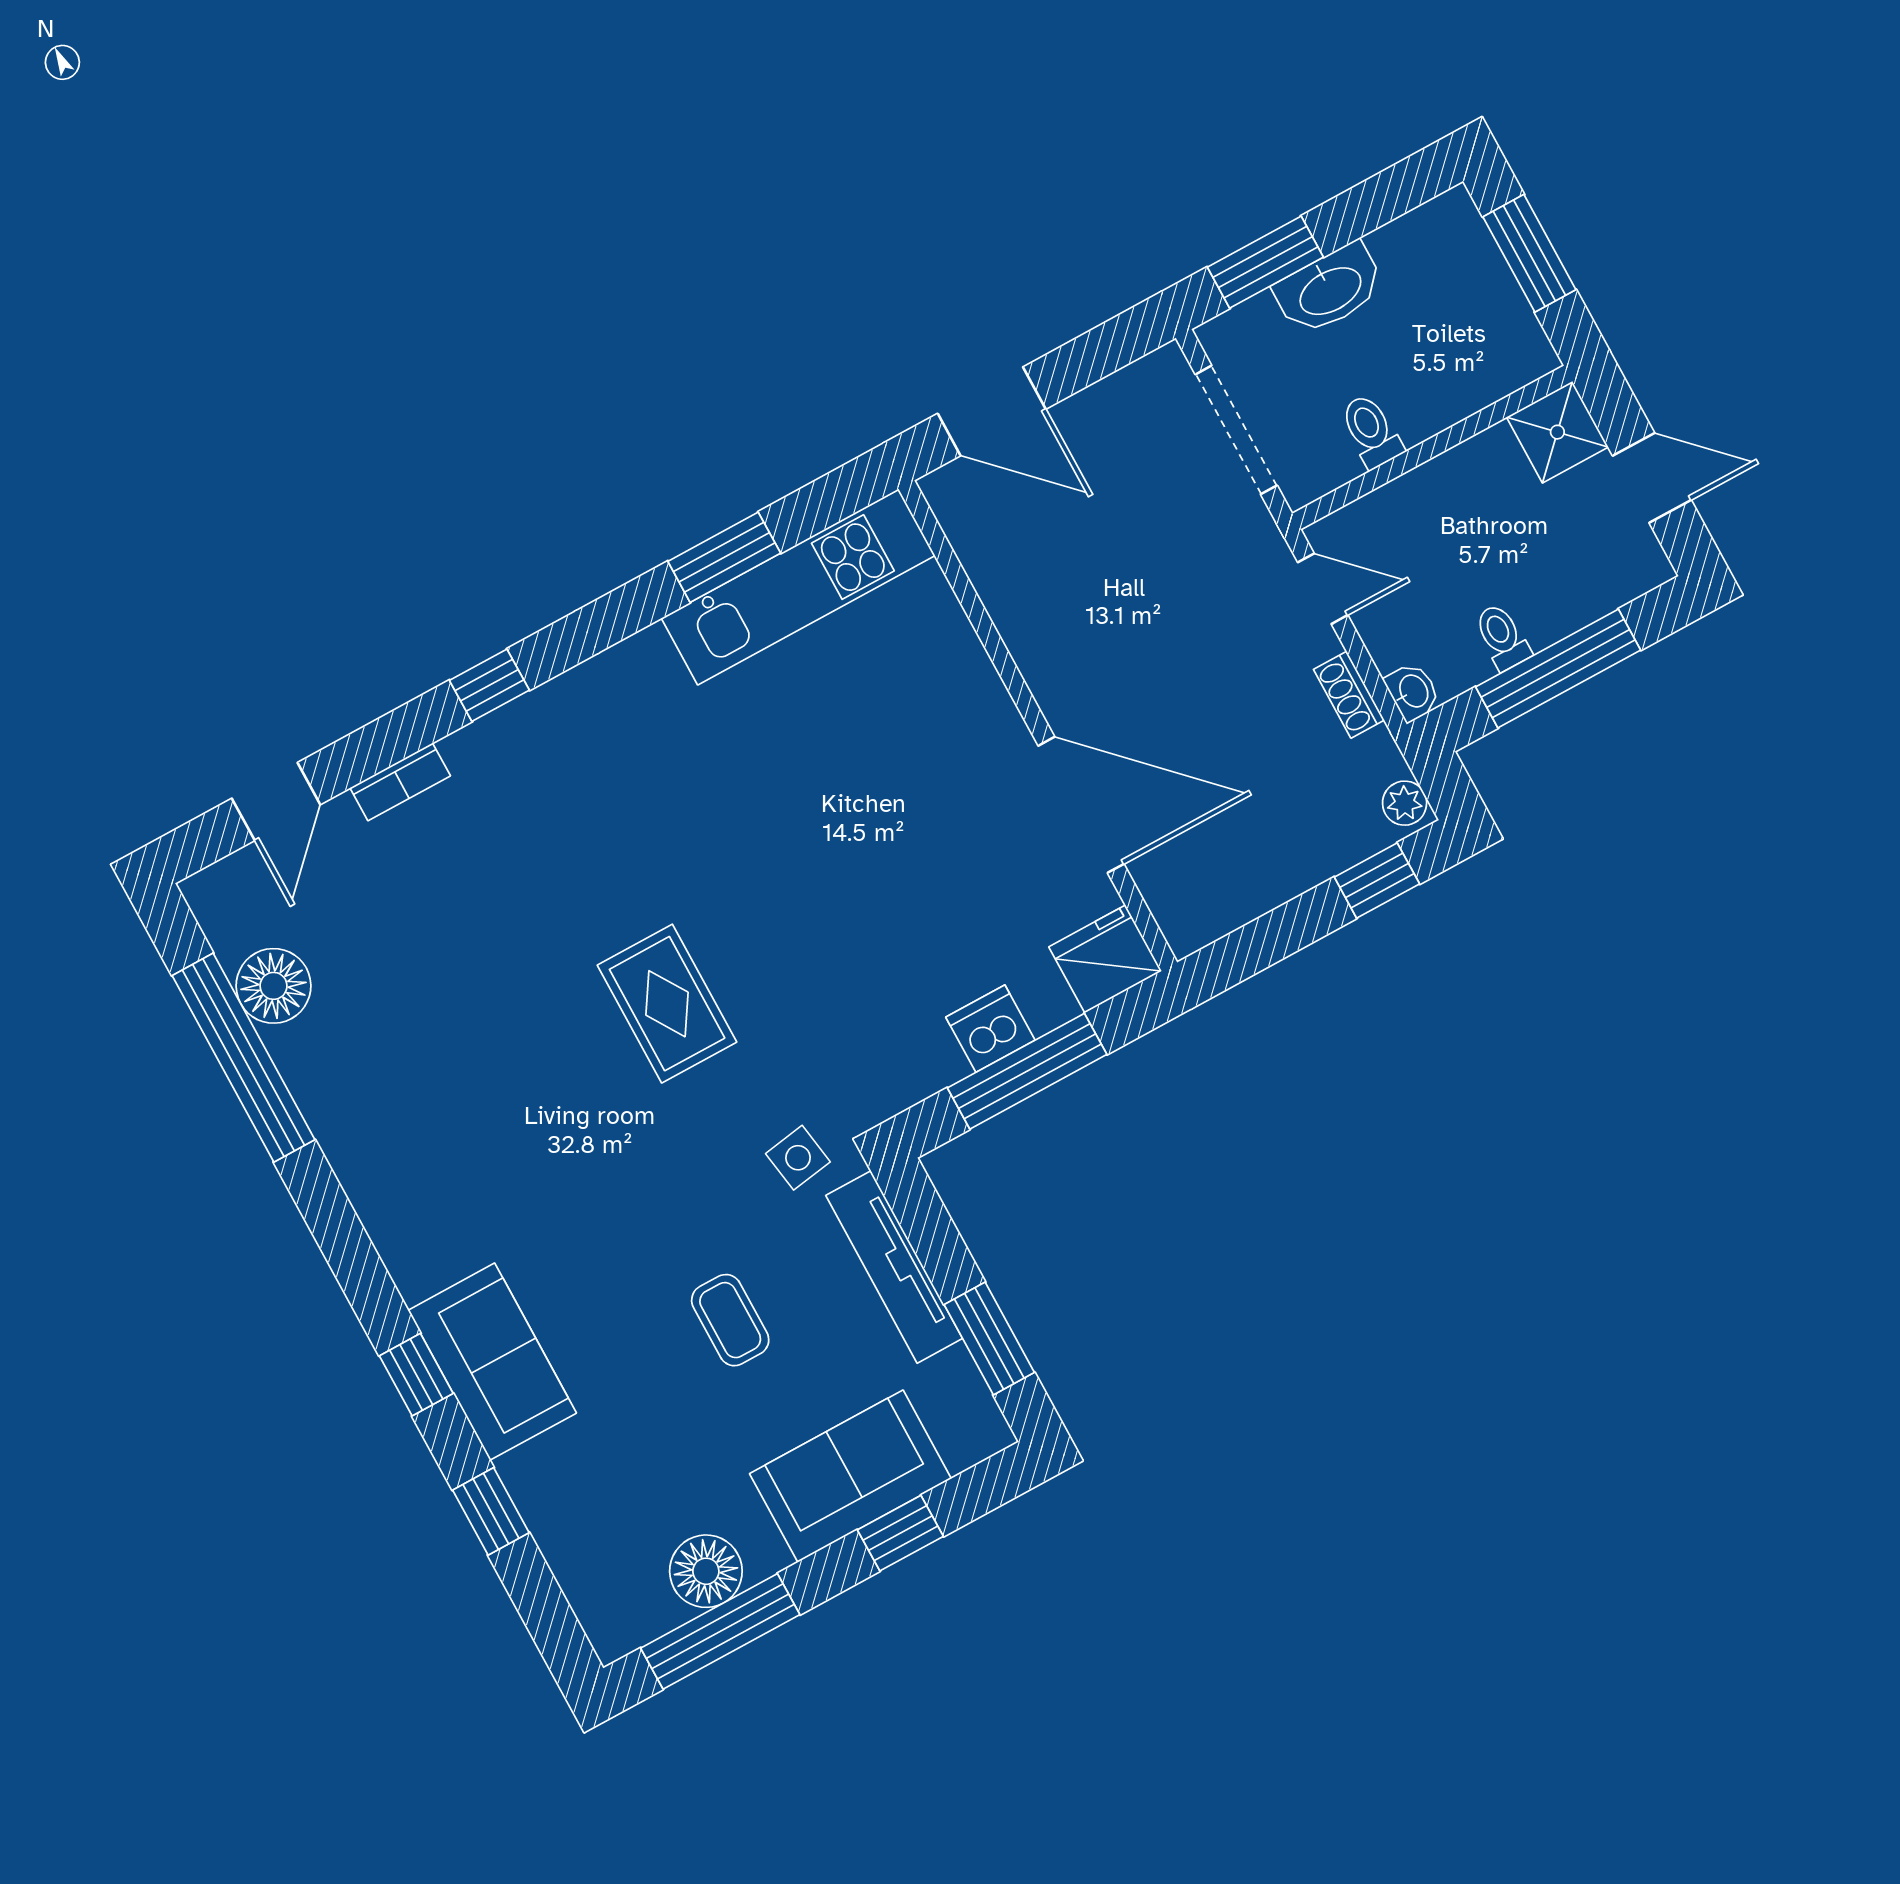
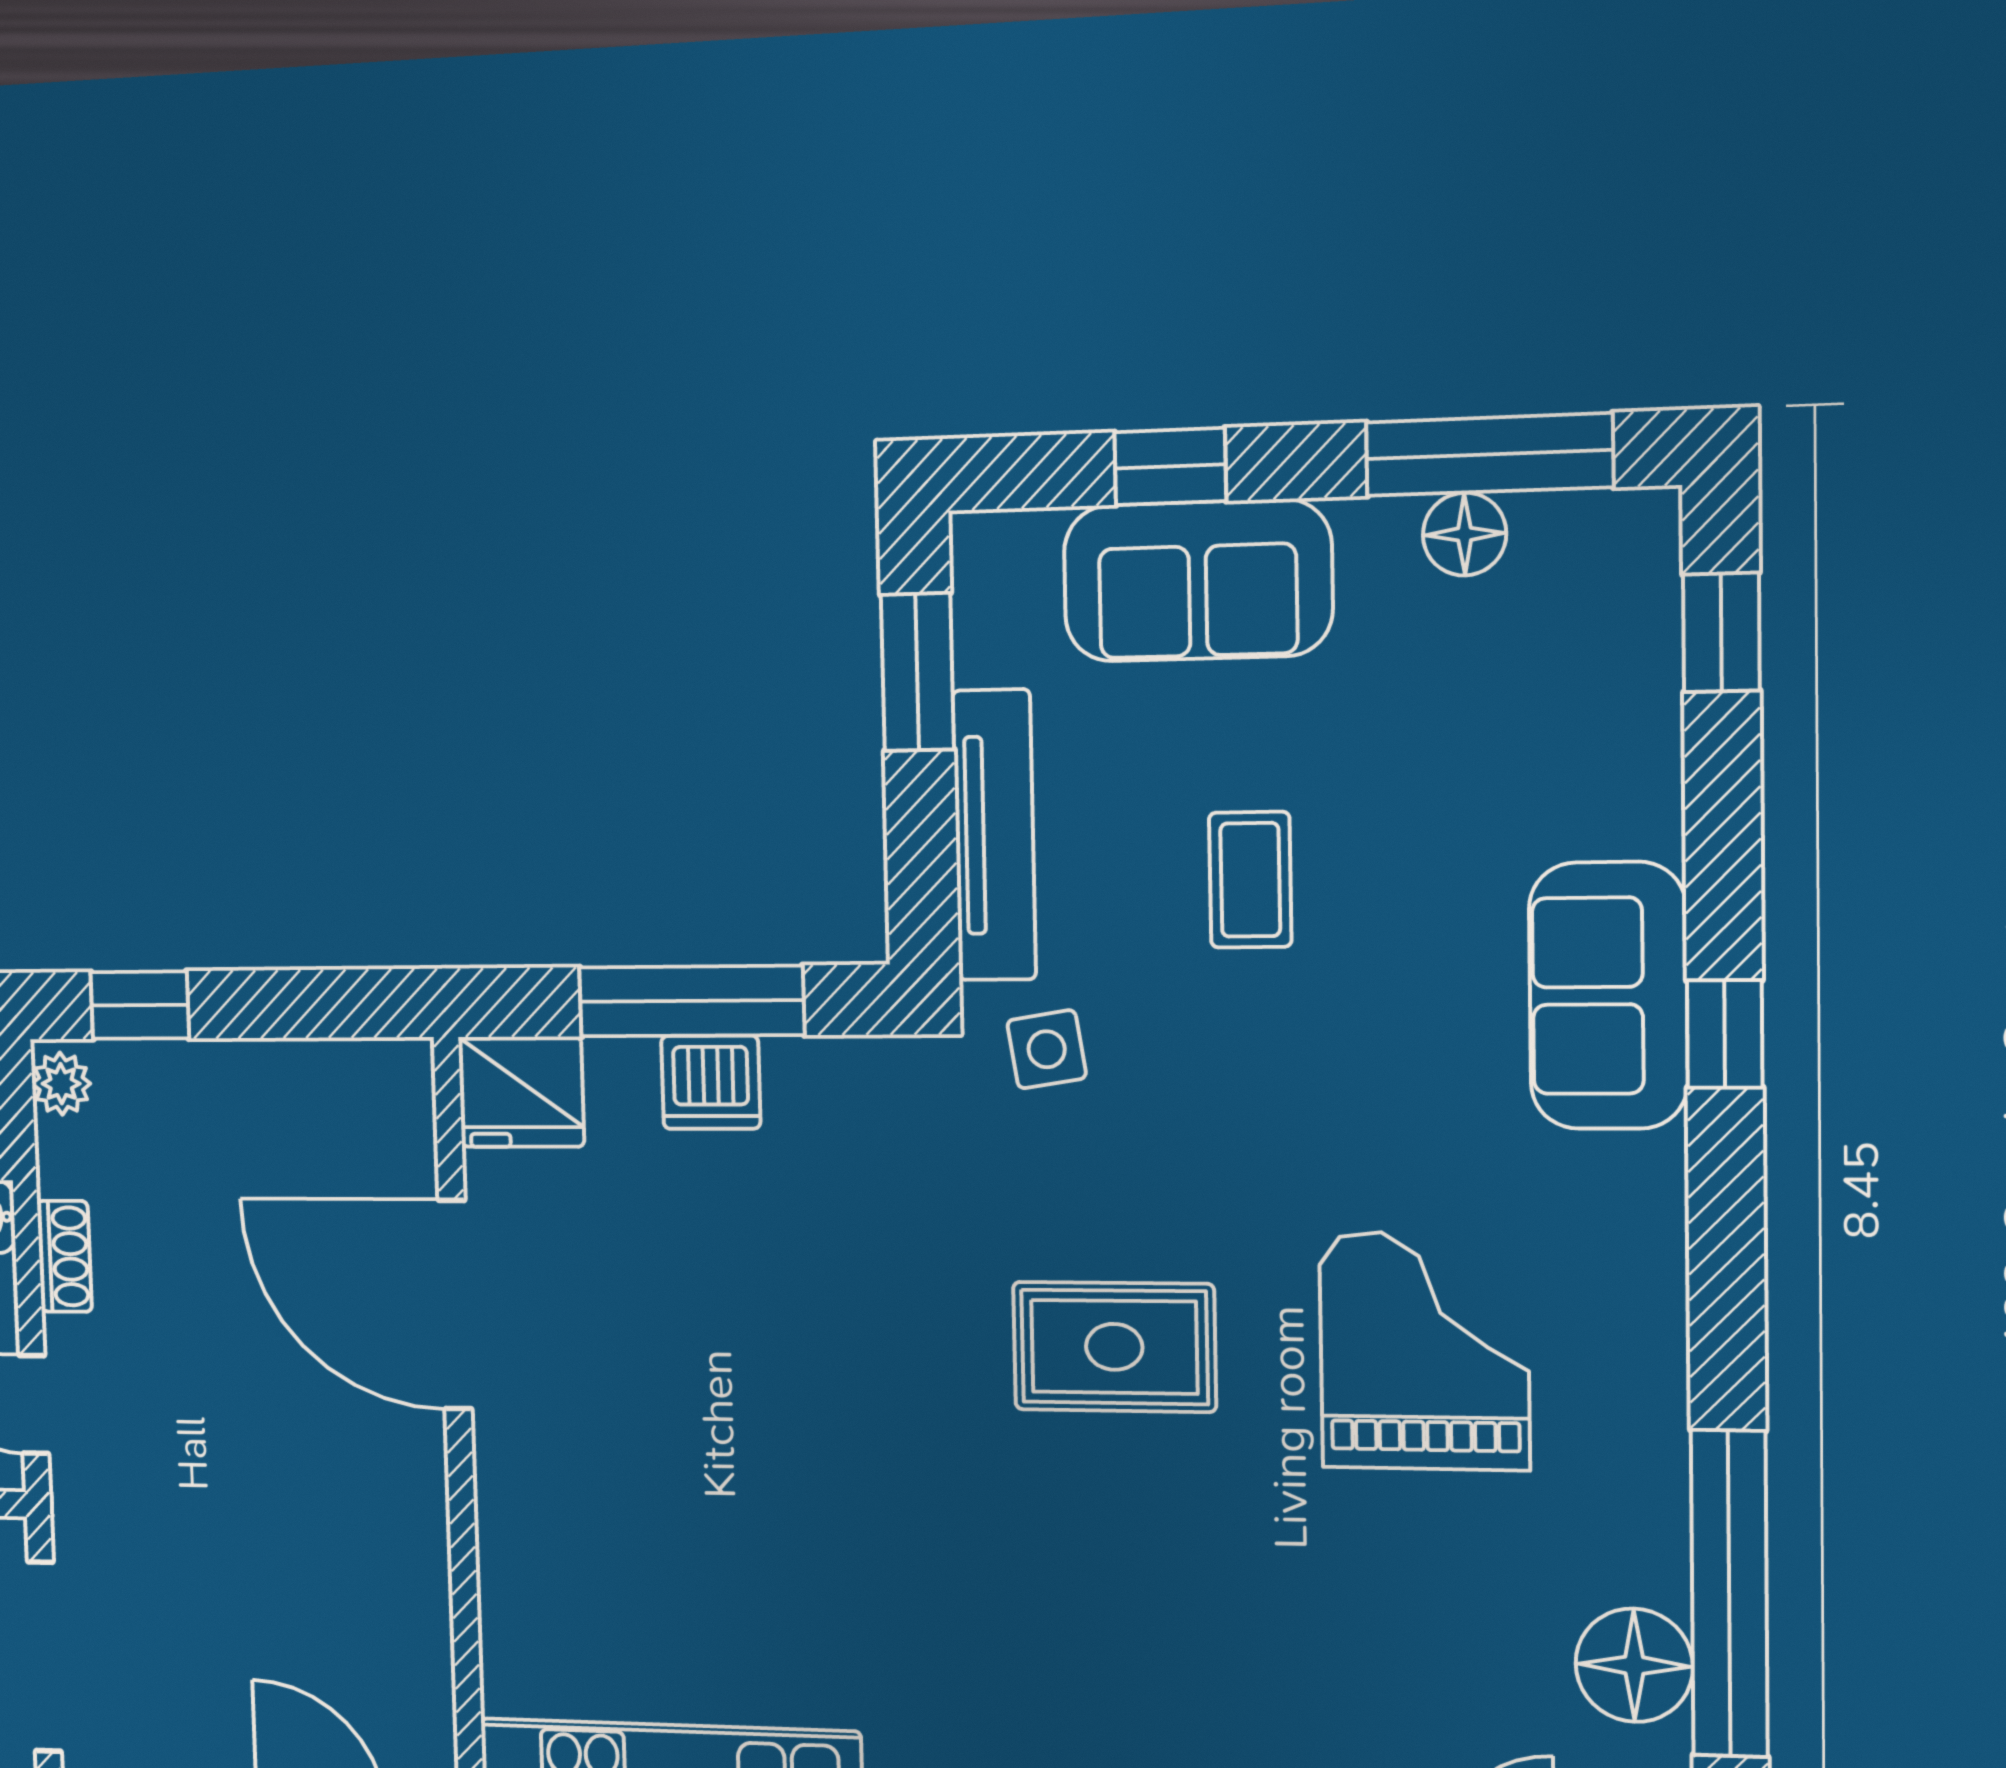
rug: (667, 1004) -> (1114, 1347), turned 90
grand piano: (487, 1101) -> (1424, 1351), added
window: (491, 1511) -> (1721, 632), moved
floor lamp: (706, 1571) -> (1465, 534), width x0.73, depth x0.73

